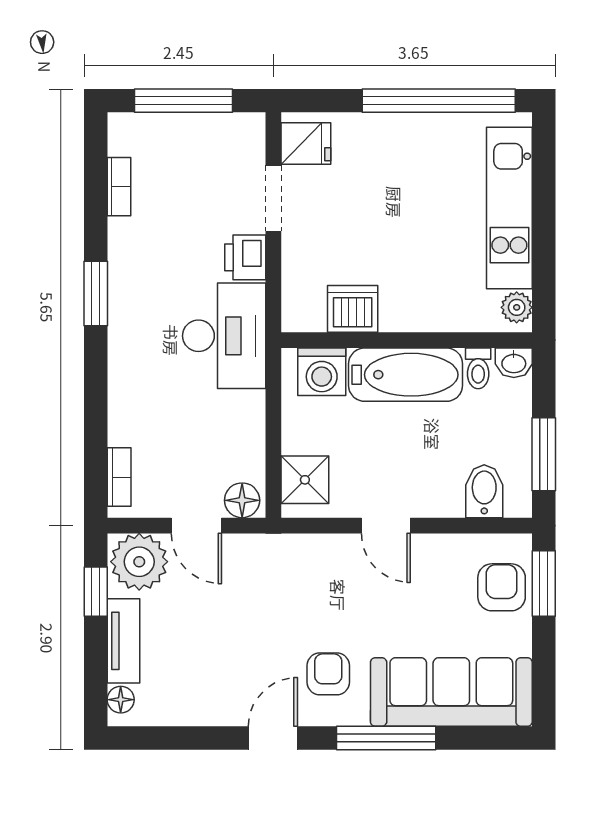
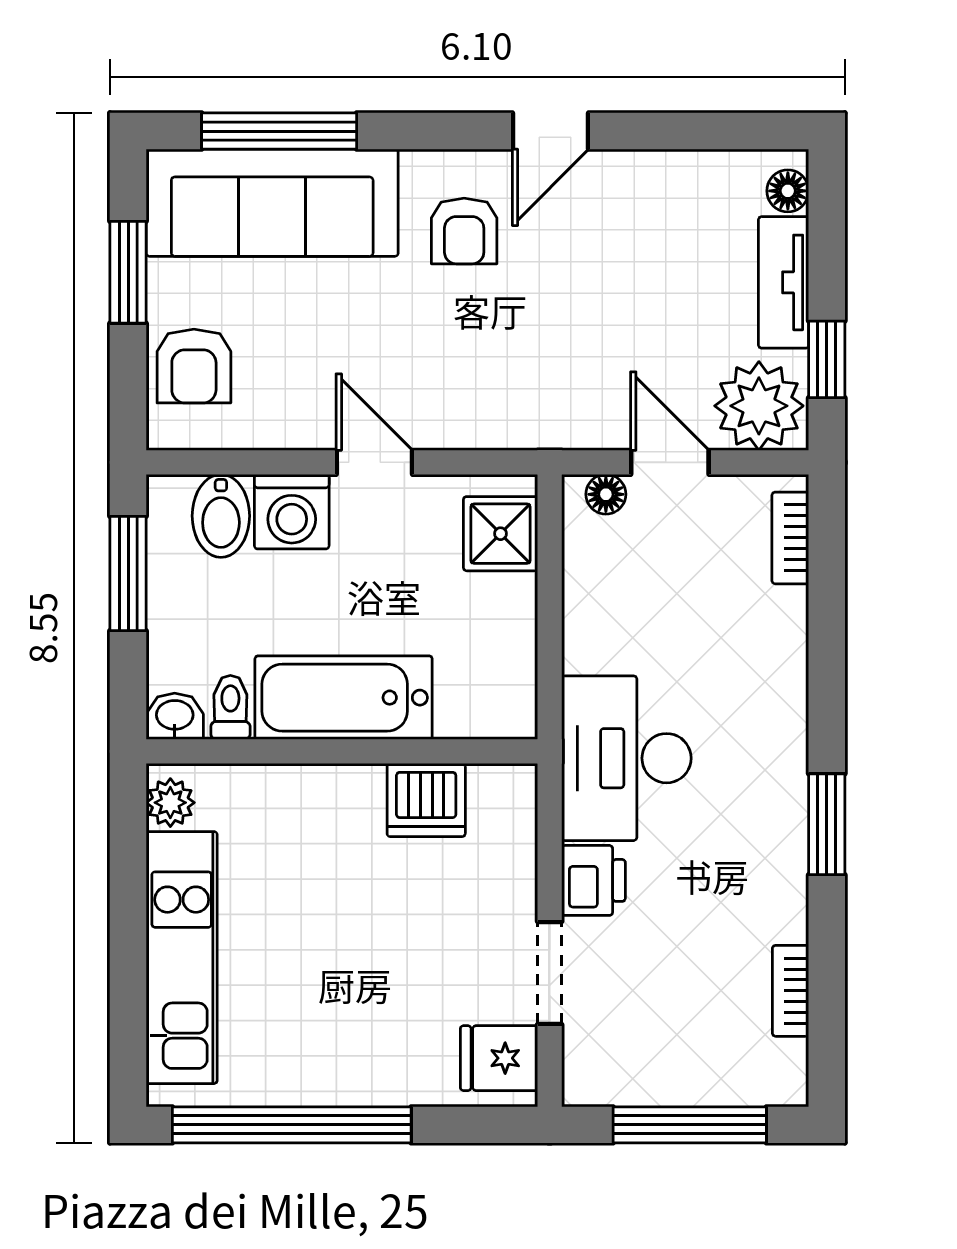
washing machine: (322, 372) -> (292, 512), moved, turned 180
floor lamp: (242, 500) -> (606, 494), width x0.73, depth x0.73
window: (544, 584) -> (128, 272), moved
window: (386, 738) -> (279, 131), moved

